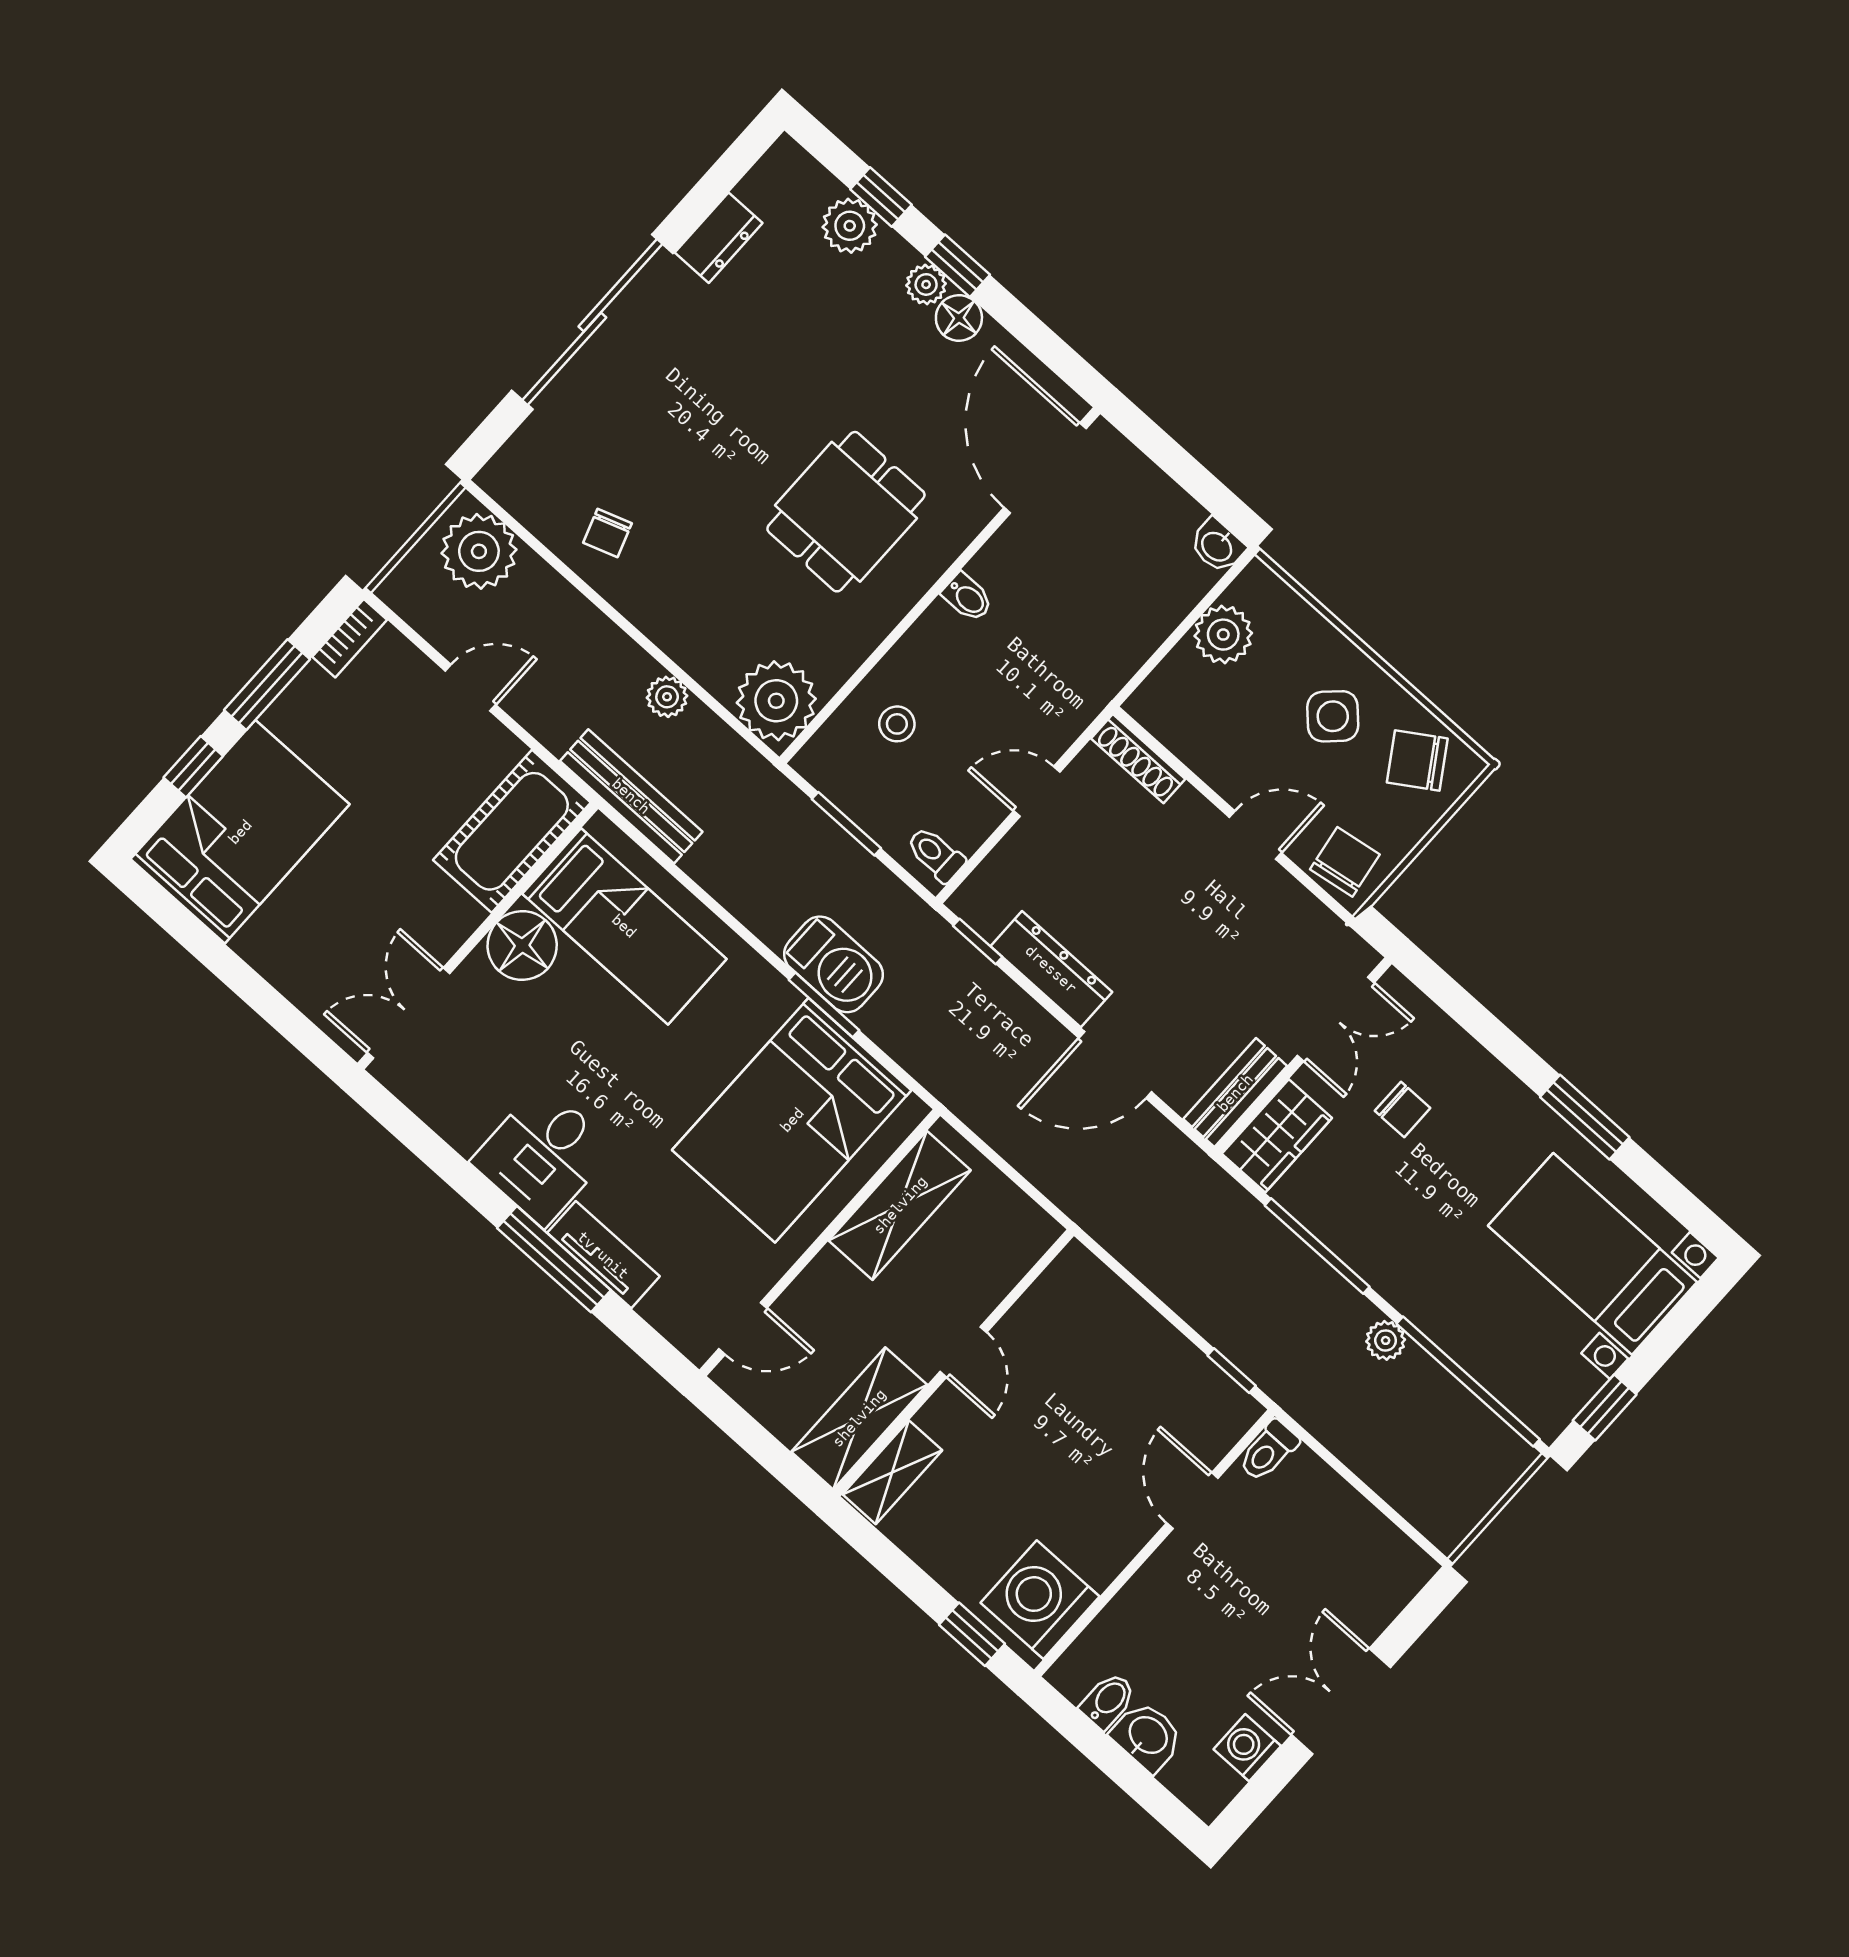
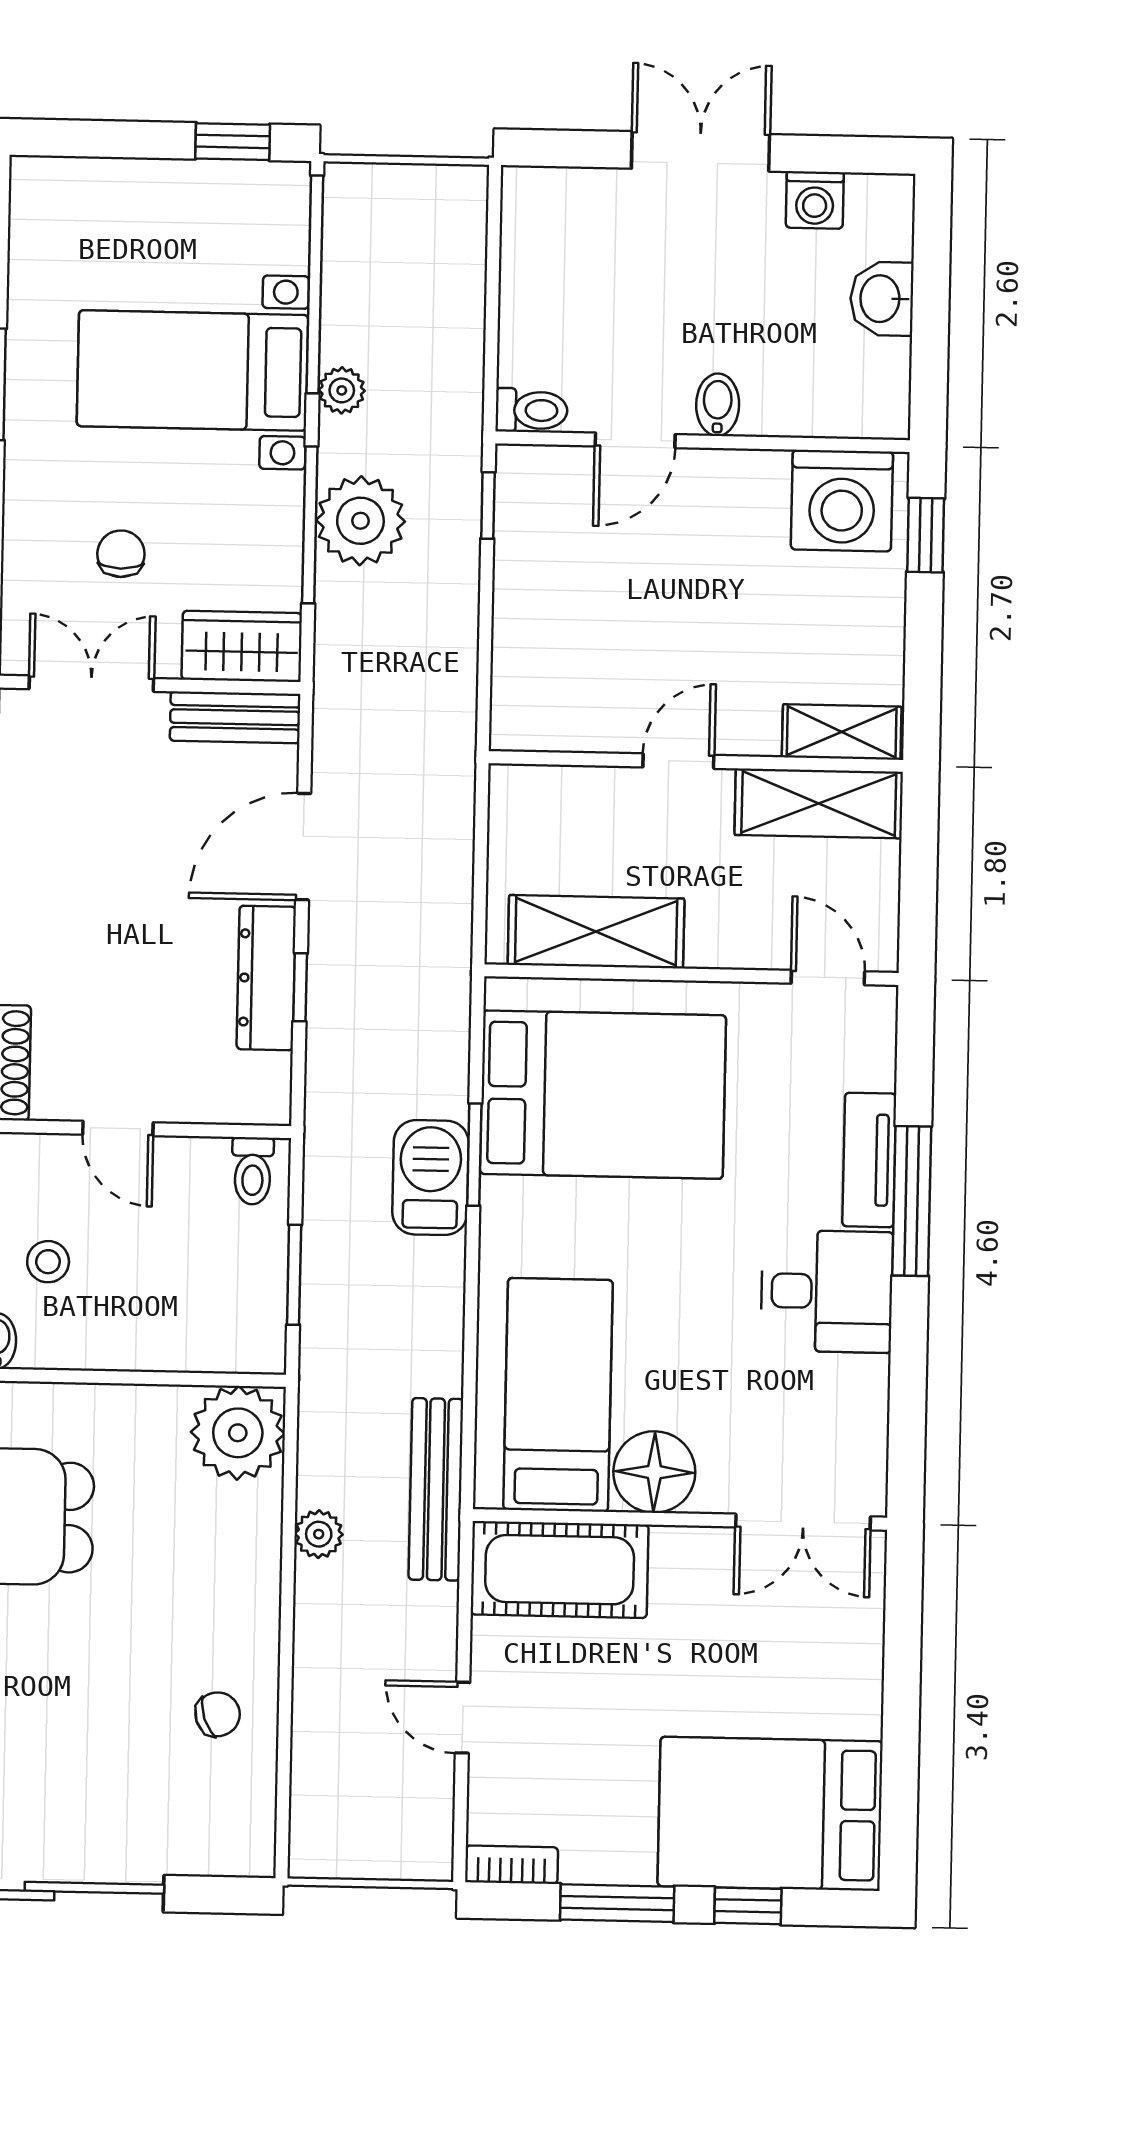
plant: (479, 551) -> (360, 521), moved
stool: (897, 724) -> (48, 1262), moved
window: (978, 941) -> (300, 987), moved
door: (1115, 1065) -> (303, 847), swing flipped
bed with nightstands: (1593, 1254) -> (193, 371), moved, turned 90
bidet: (1108, 1701) -> (718, 405), moved, turned 90
double door: (1341, 1701) -> (701, 151), swing flipped

